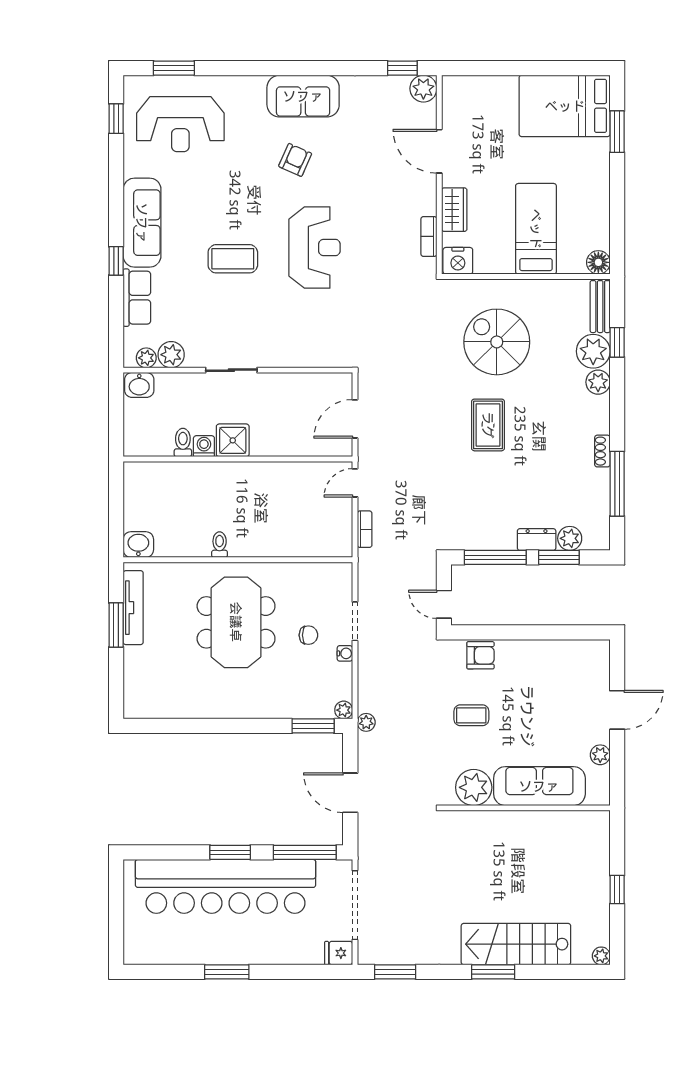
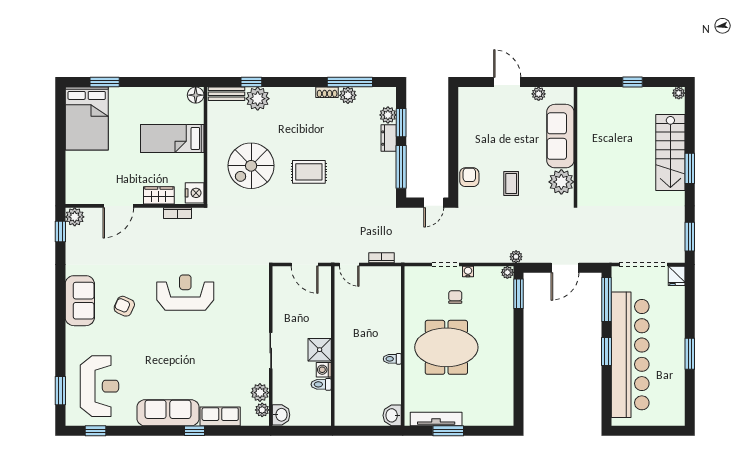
coffee table: (233, 259) -> (193, 350), removed
plant: (598, 382) -> (348, 95), moved

